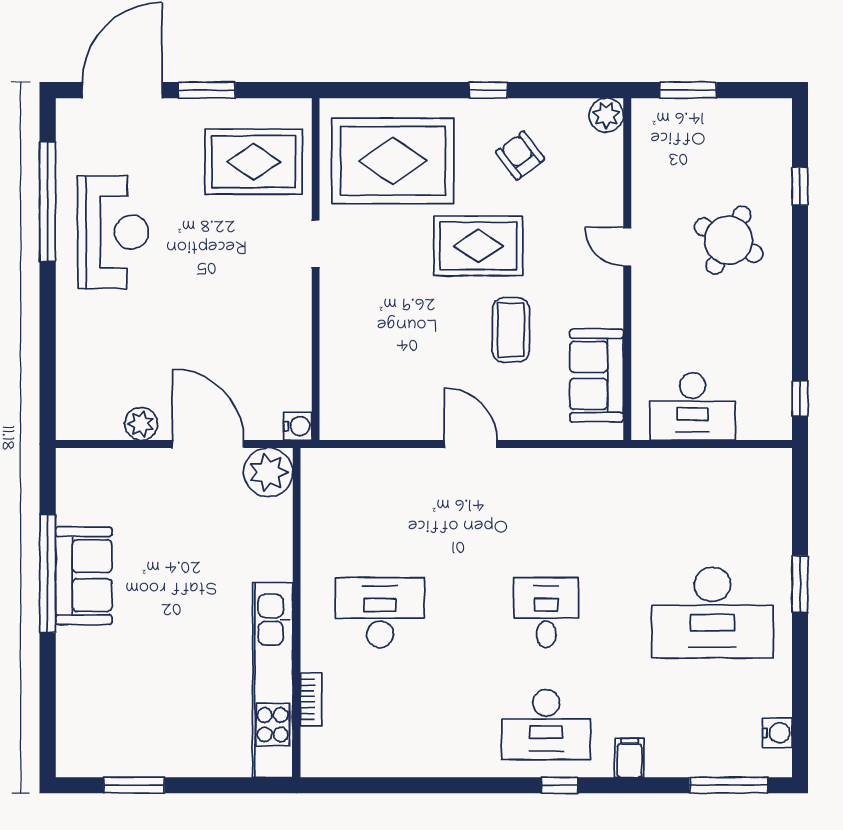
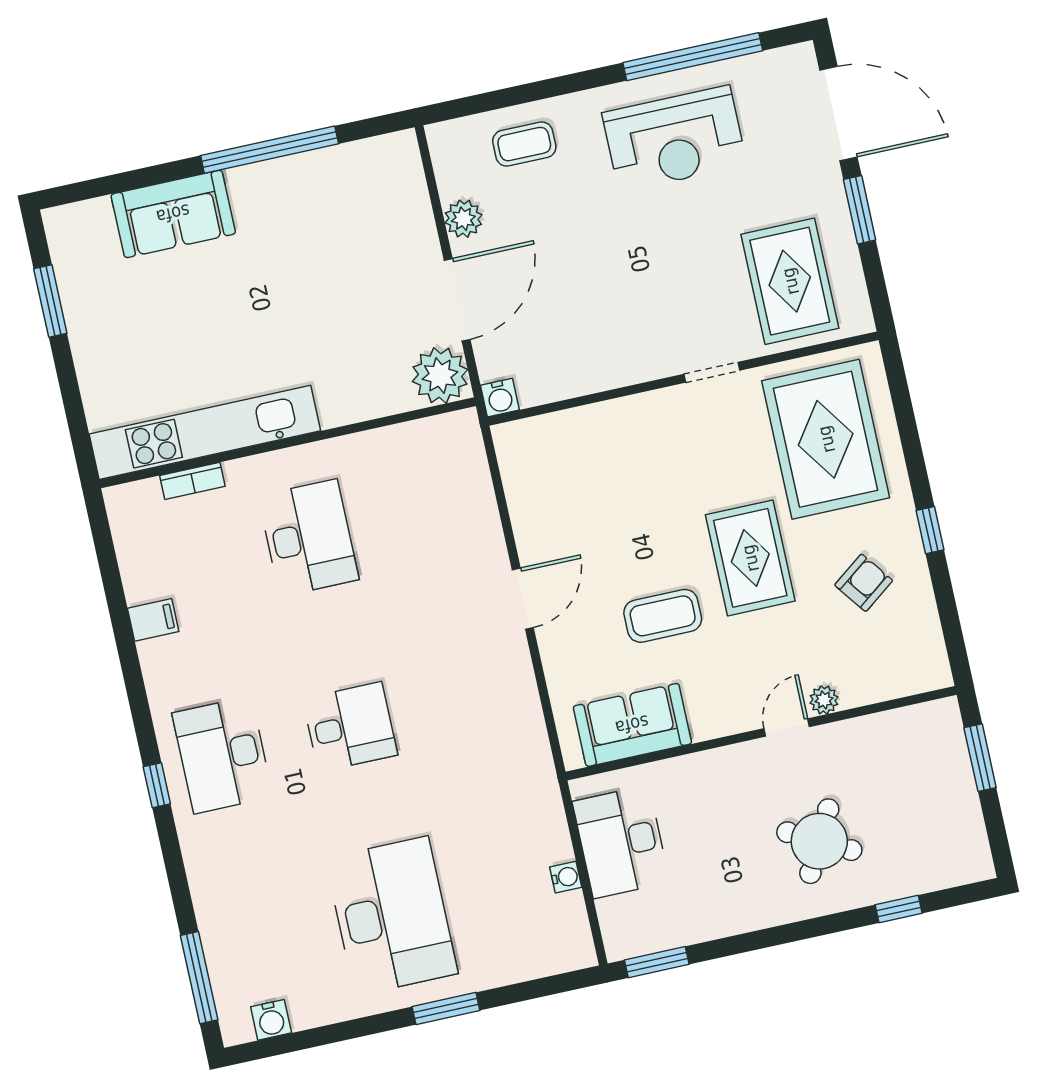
plant: (606, 115) -> (824, 700), moved, width x0.73, depth x0.73
coffee table: (90, 359) -> (524, 144), added
window: (800, 399) -> (657, 962), width x1.50
water cooler: (712, 459) -> (566, 877), added
sofa: (84, 576) -> (173, 214), moved
desk: (712, 613) -> (392, 916), turned 180
filing cabinet: (629, 758) -> (153, 620), moved

